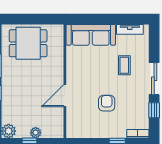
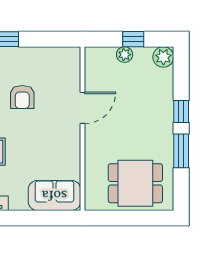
sofa: (91, 35) -> (54, 195), width x0.73

